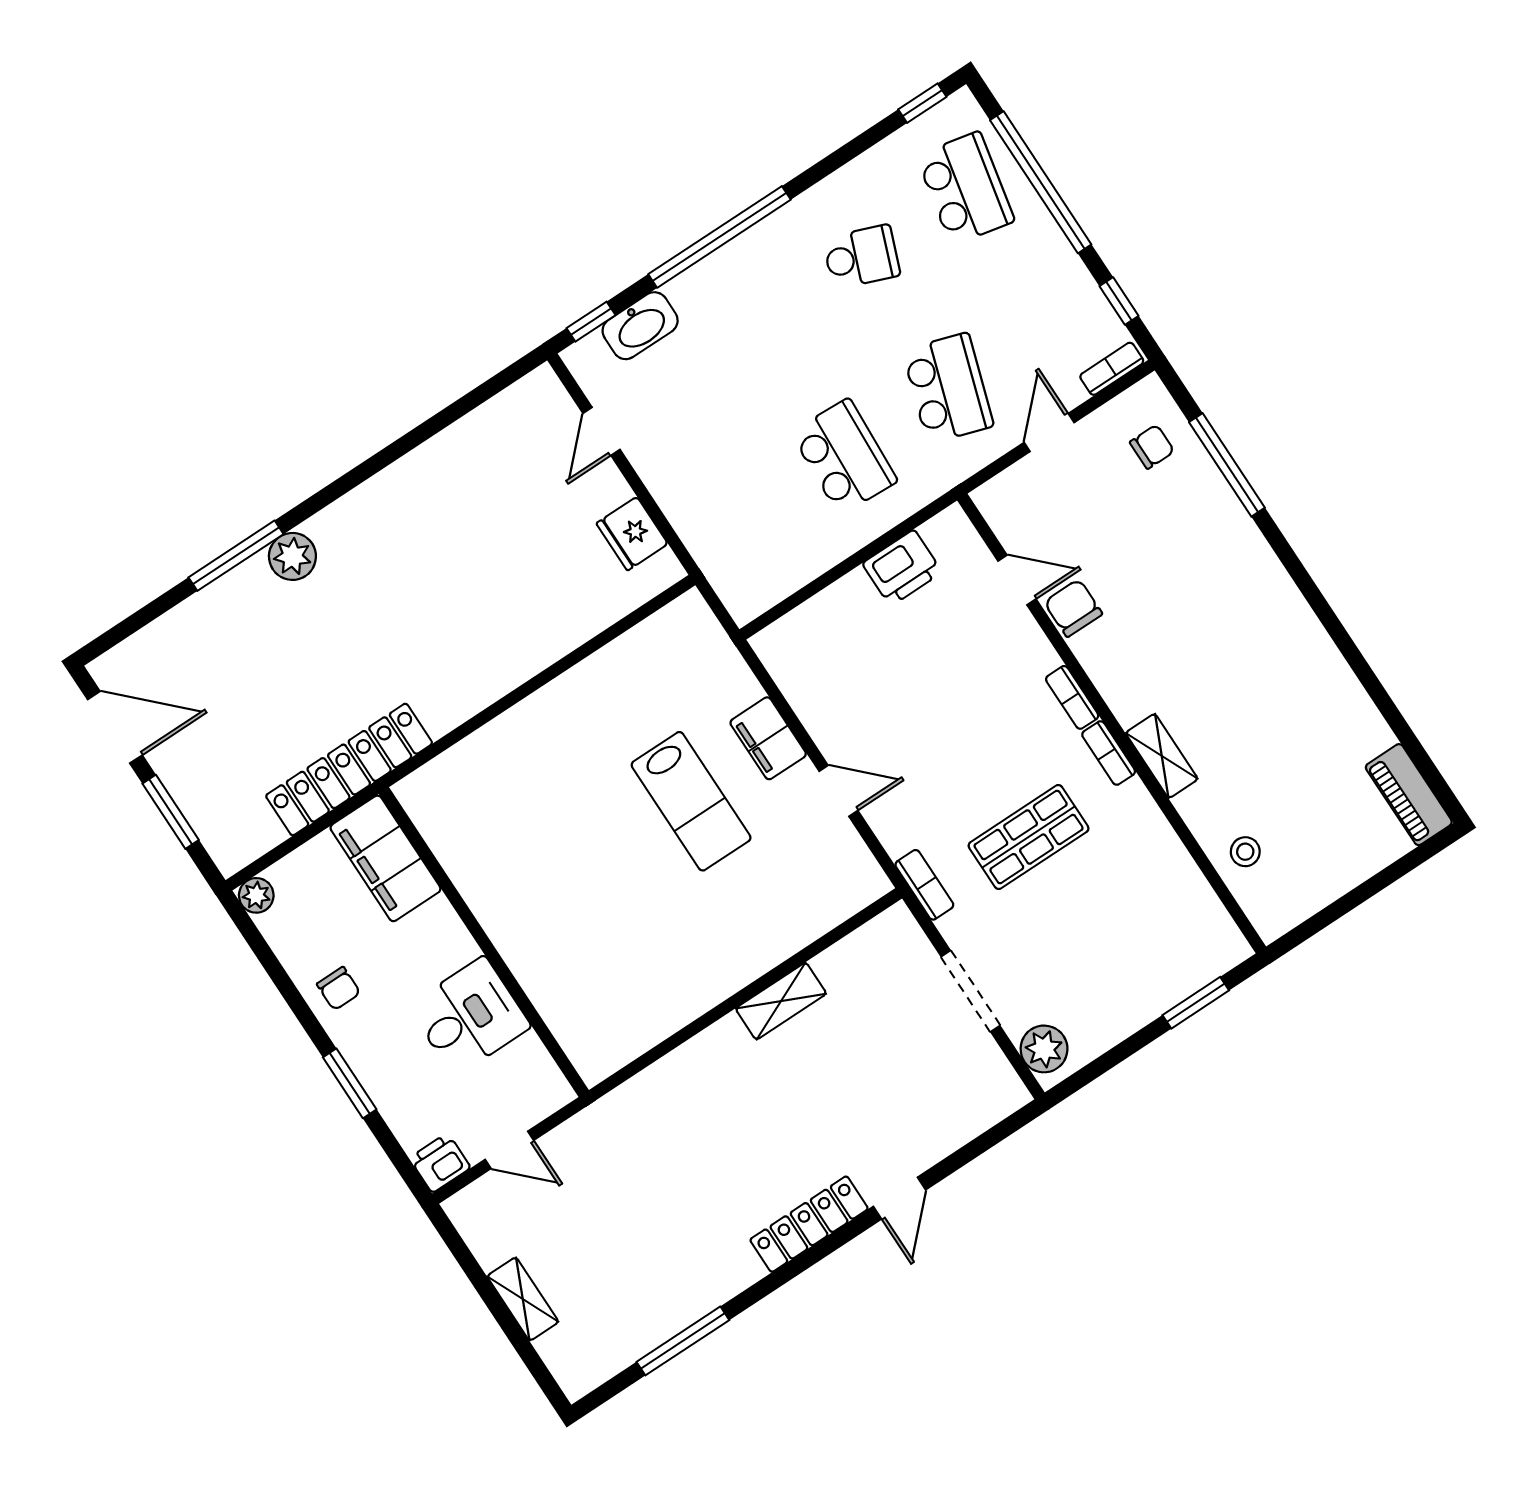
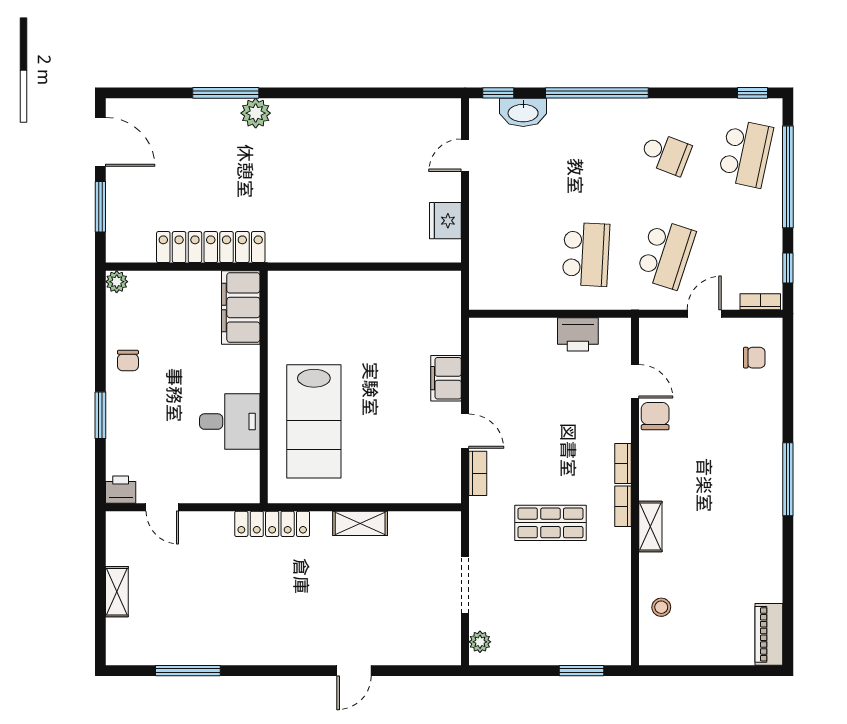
window: (1227, 465) -> (788, 479), moved
lab bench: (691, 801) -> (314, 421), moved, width x1.36, depth x1.39
filing cabinet: (385, 858) -> (241, 307), moved
bookcase: (924, 885) -> (478, 473), moved
wall: (484, 942) -> (264, 387), moved
desk: (469, 1016) -> (230, 422), moved
plant: (1044, 1049) -> (480, 642), width x0.73, depth x0.73
locker: (809, 1224) -> (272, 524), moved, turned 180

